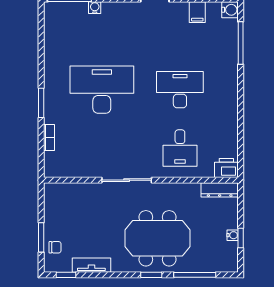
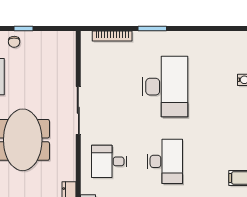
bookcase: (49, 137) -> (112, 36), width x1.56
window: (41, 237) -> (24, 29), width x0.67

